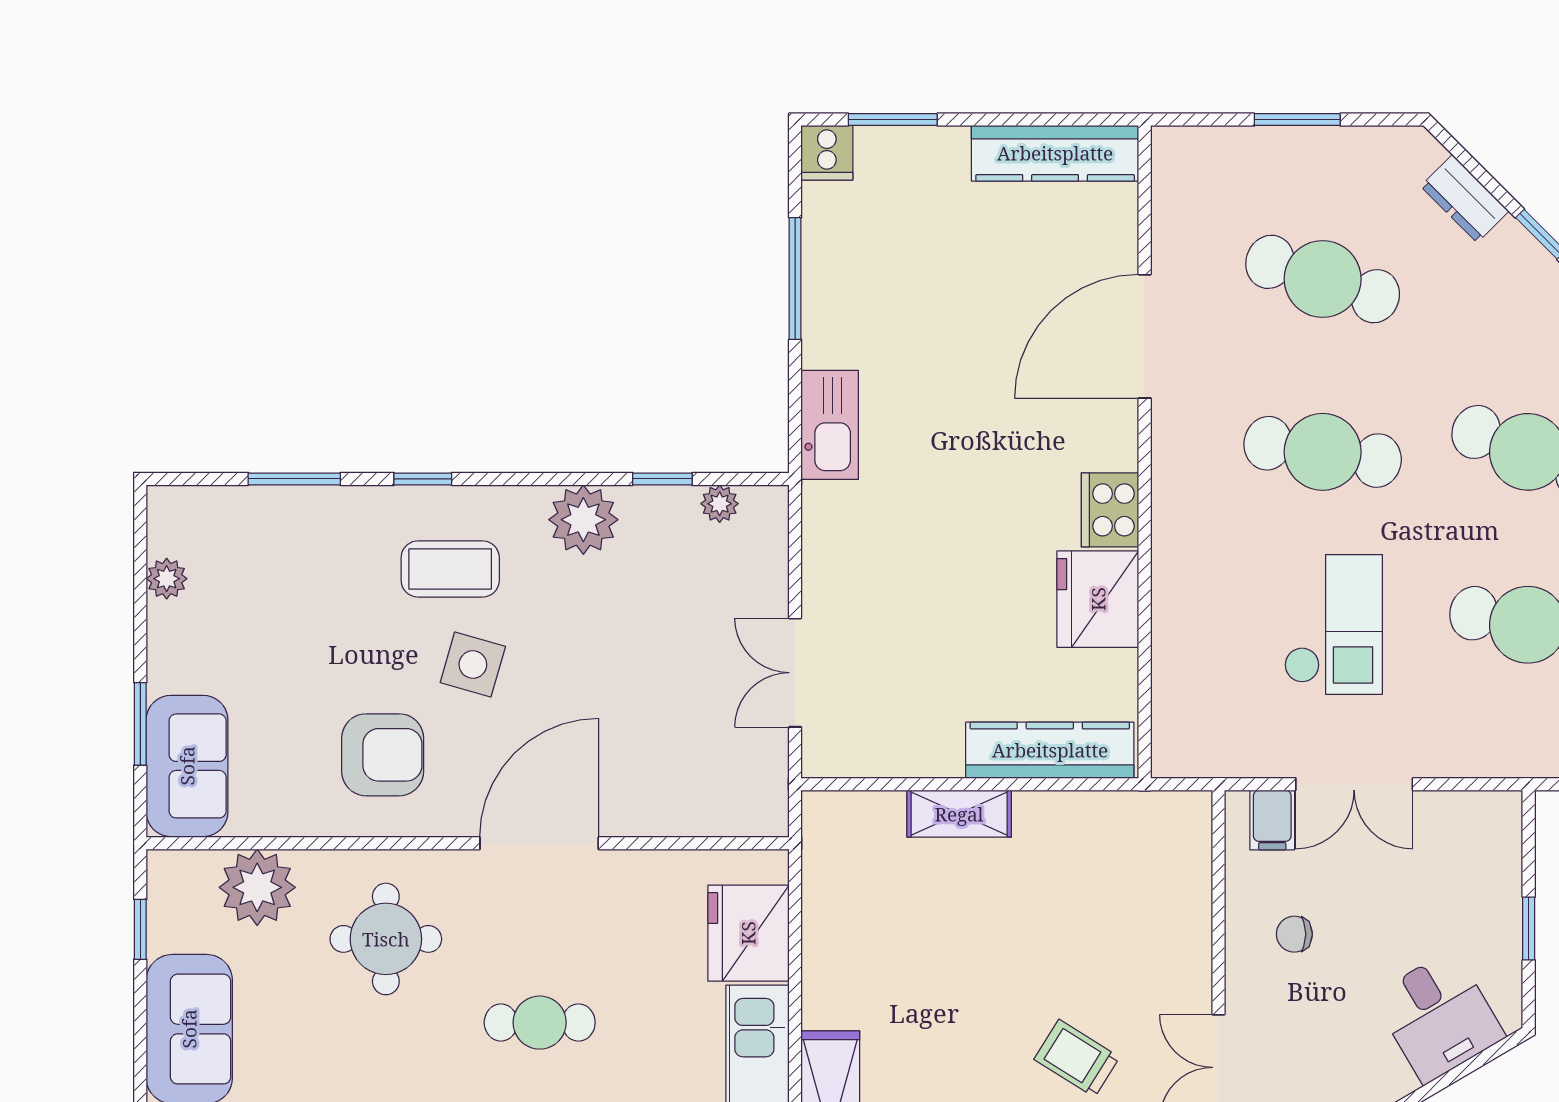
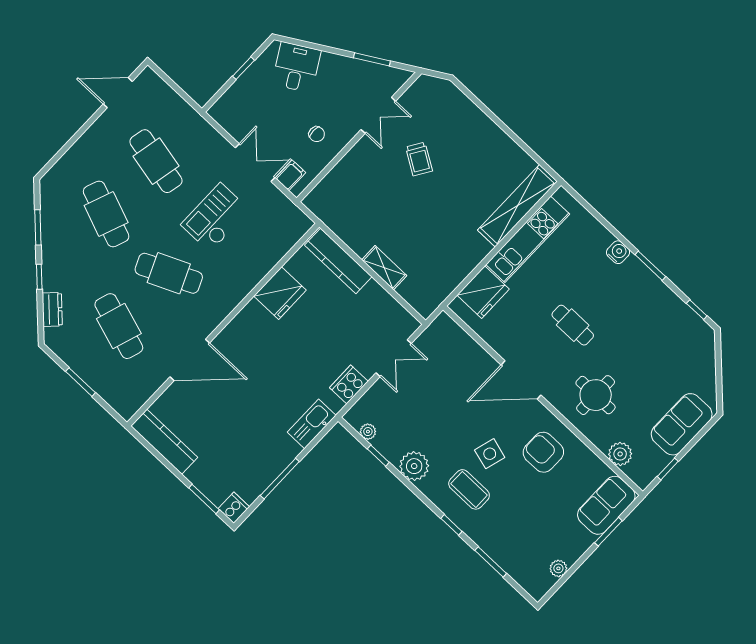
cafe table: (1323, 452) -> (169, 273), turned -33
cooker: (1110, 510) -> (349, 384), moved, turned 180
plant: (257, 887) -> (620, 454), width x0.73, depth x0.73

